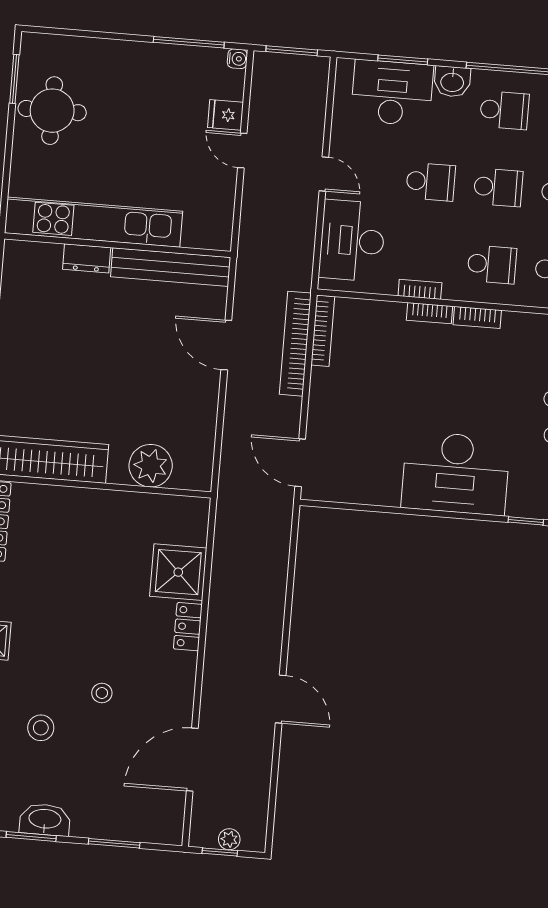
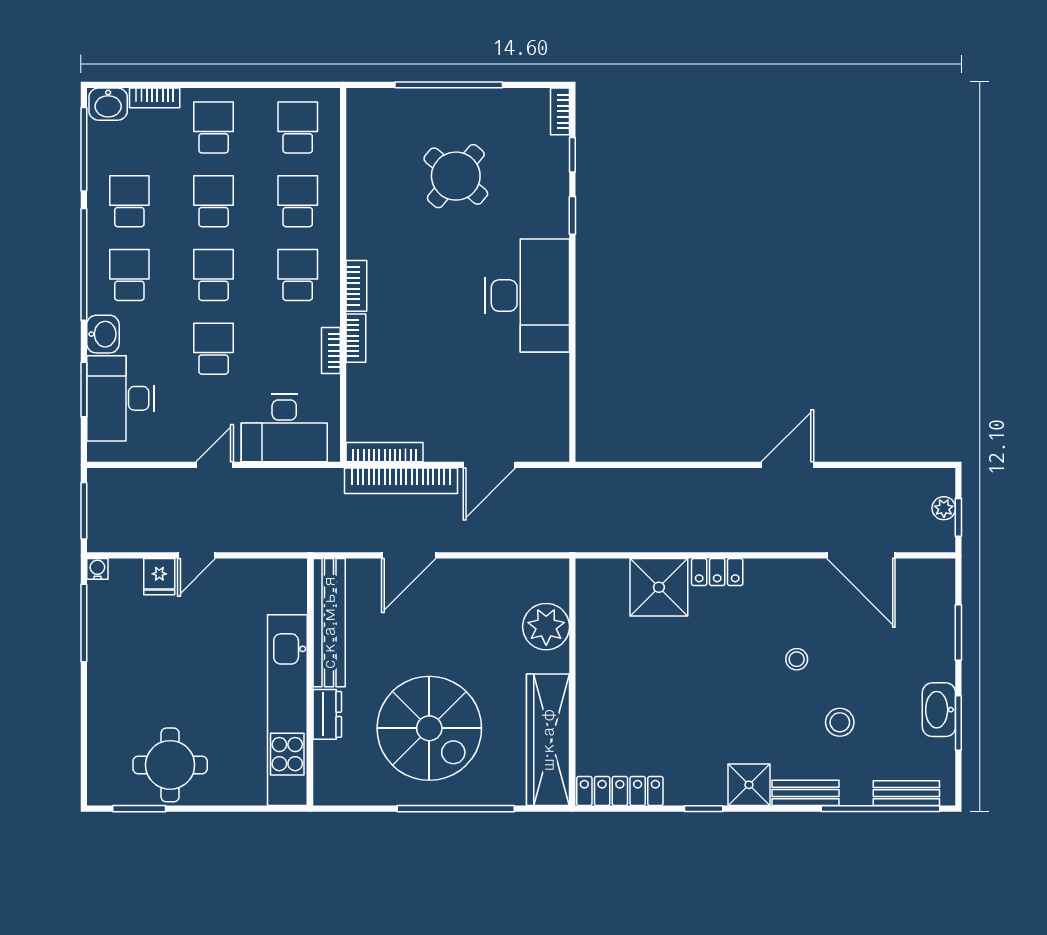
spiral stairs: (66, 351) -> (429, 728), added
door: (300, 463) -> (489, 465), moved

